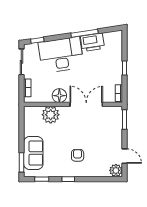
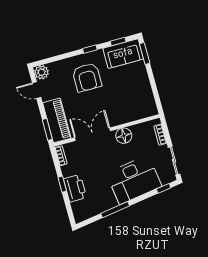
printer: (92, 42) -> (75, 188), moved, turned 98
double door: (86, 104) -> (92, 134), swing flipped
plant: (51, 115) -> (128, 113), removed
piano: (114, 125) -> (57, 120), added
sofa: (33, 153) -> (123, 54), moved, turned -90
armchair: (78, 155) -> (87, 77), width x1.88, depth x1.88

